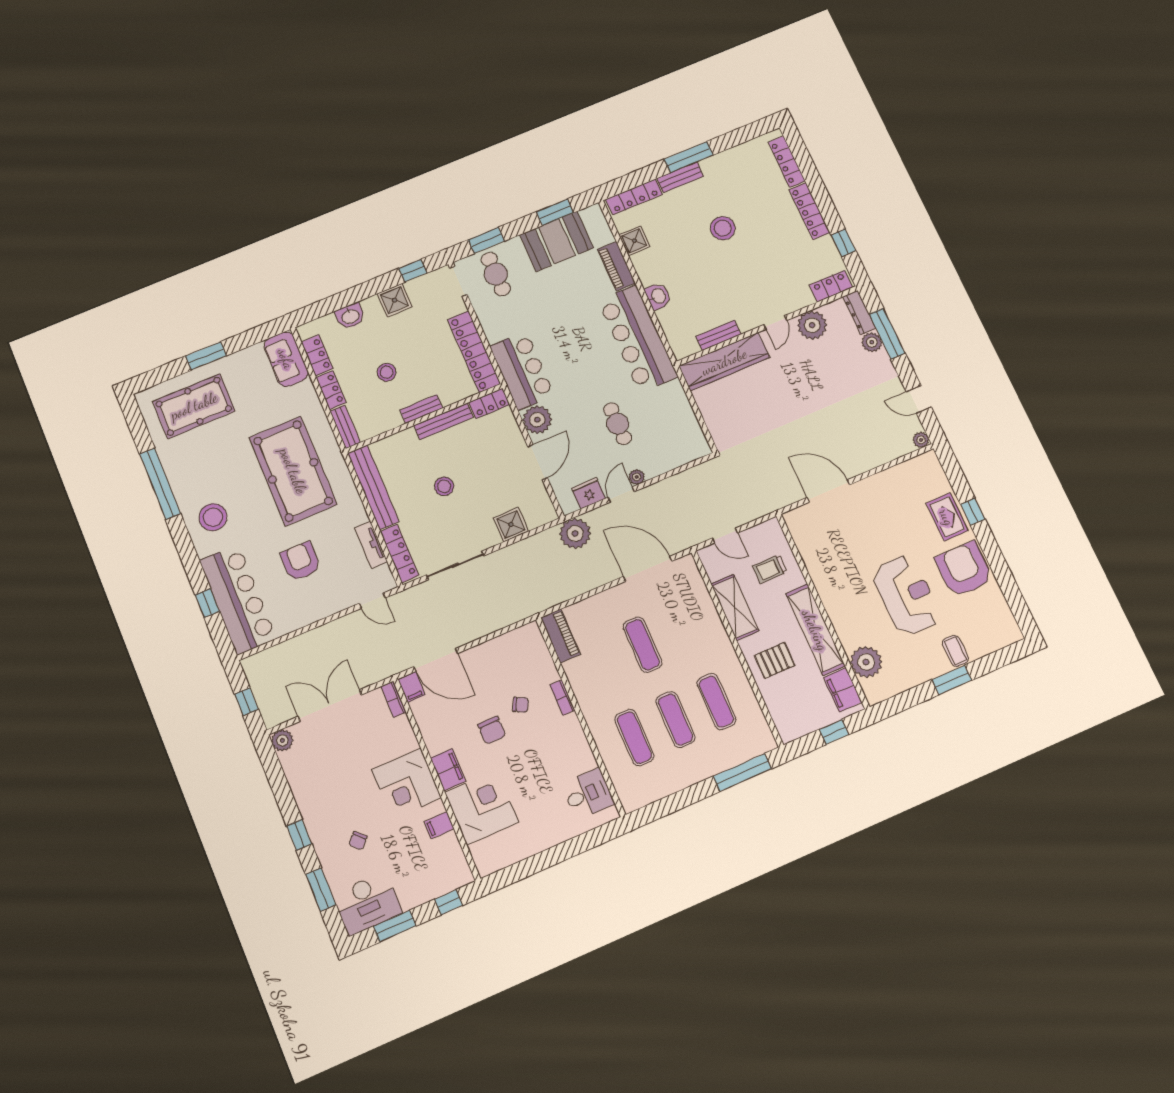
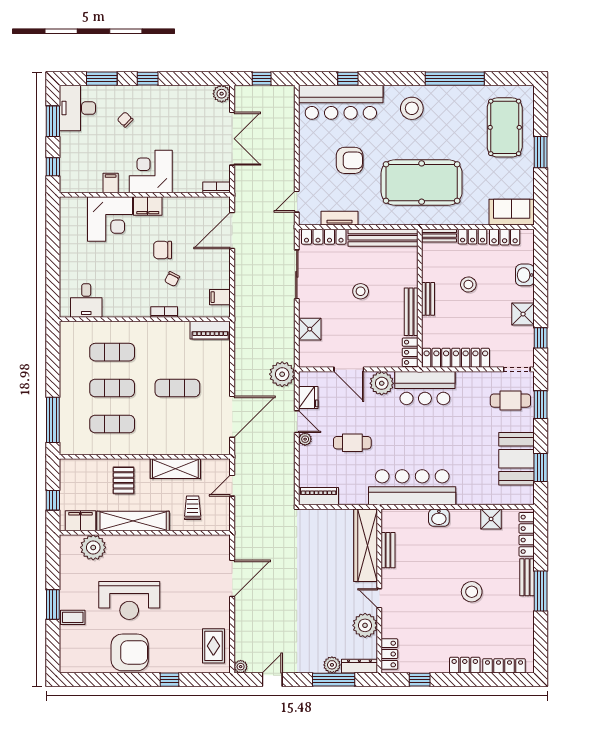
locker: (809, 211) -> (465, 665), width x0.66
piano: (616, 266) -> (319, 496), moved
rug: (947, 517) -> (213, 646), moved, turned 90
filing cabinet: (412, 687) -> (220, 297), moved

